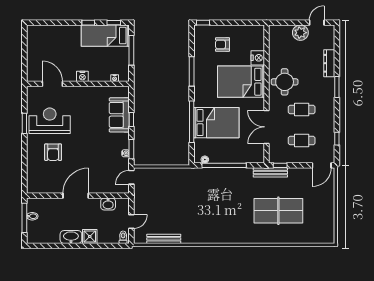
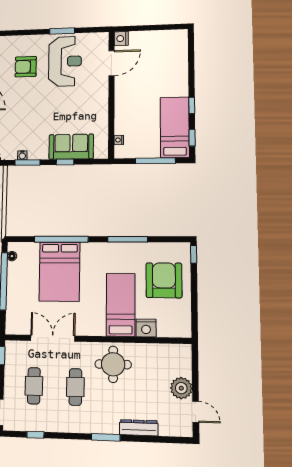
armchair: (222, 45) -> (164, 280), width x1.88, depth x1.88
nightstand: (82, 76) -> (121, 39), moved
bed: (241, 82) -> (121, 305), width x0.67

